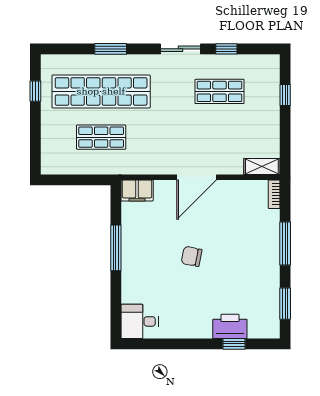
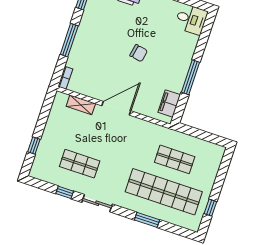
shelving: (262, 166) -> (81, 105), moved
filing cabinet: (137, 190) -> (169, 104), moved, turned -90

